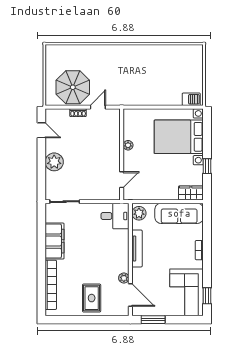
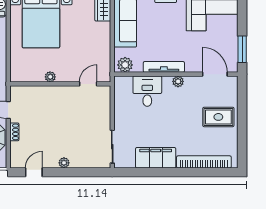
plant: (54, 162) -> (64, 163), width x0.53, depth x0.53
door: (122, 180) -> (88, 84), hinge flipped
desk: (115, 216) -> (147, 91), moved
plant: (124, 278) -> (178, 81), moved
door: (130, 295) -> (215, 74), hinge flipped

